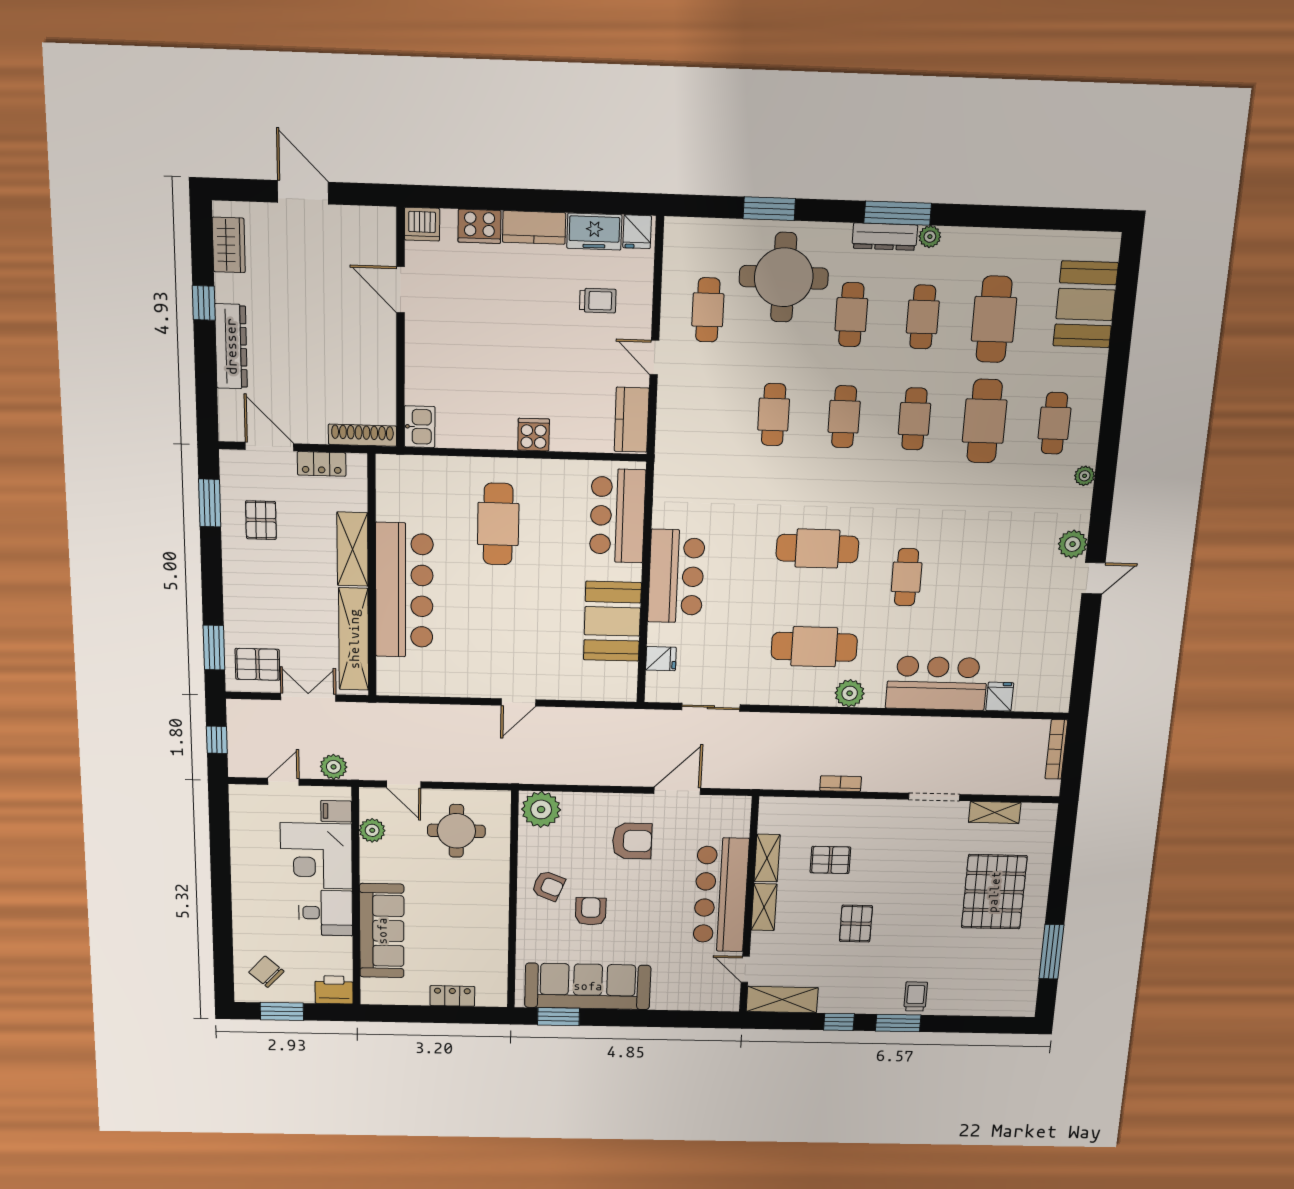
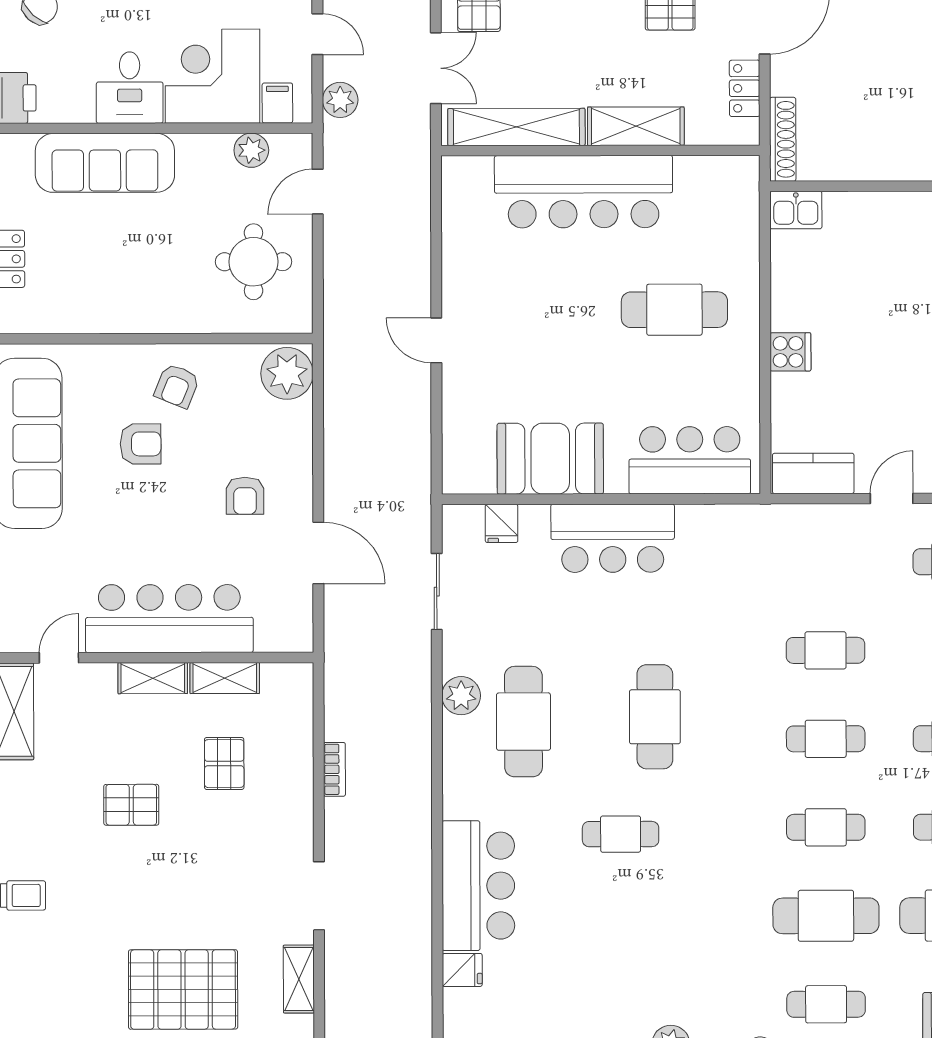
plant: (850, 693) -> (461, 696), moved
armchair: (632, 841) -> (245, 496), width x0.72, depth x0.72

